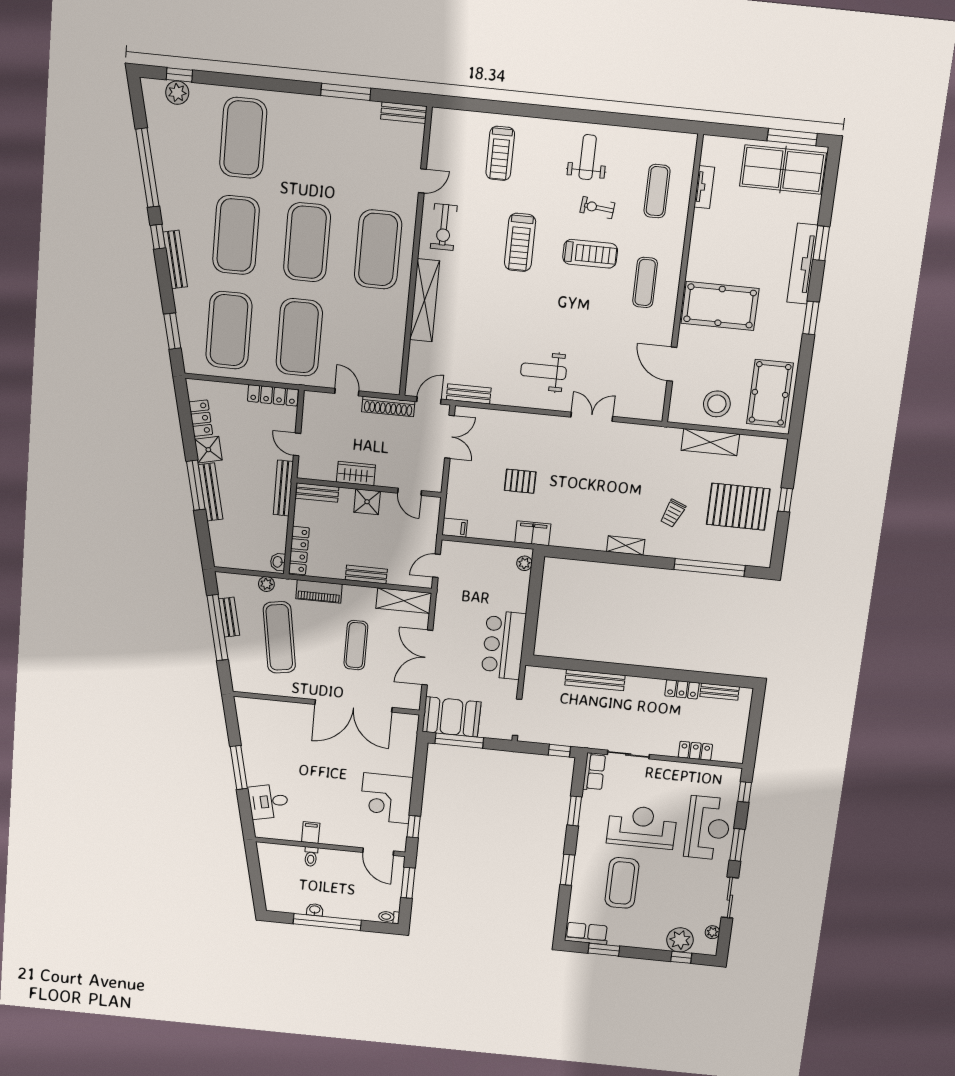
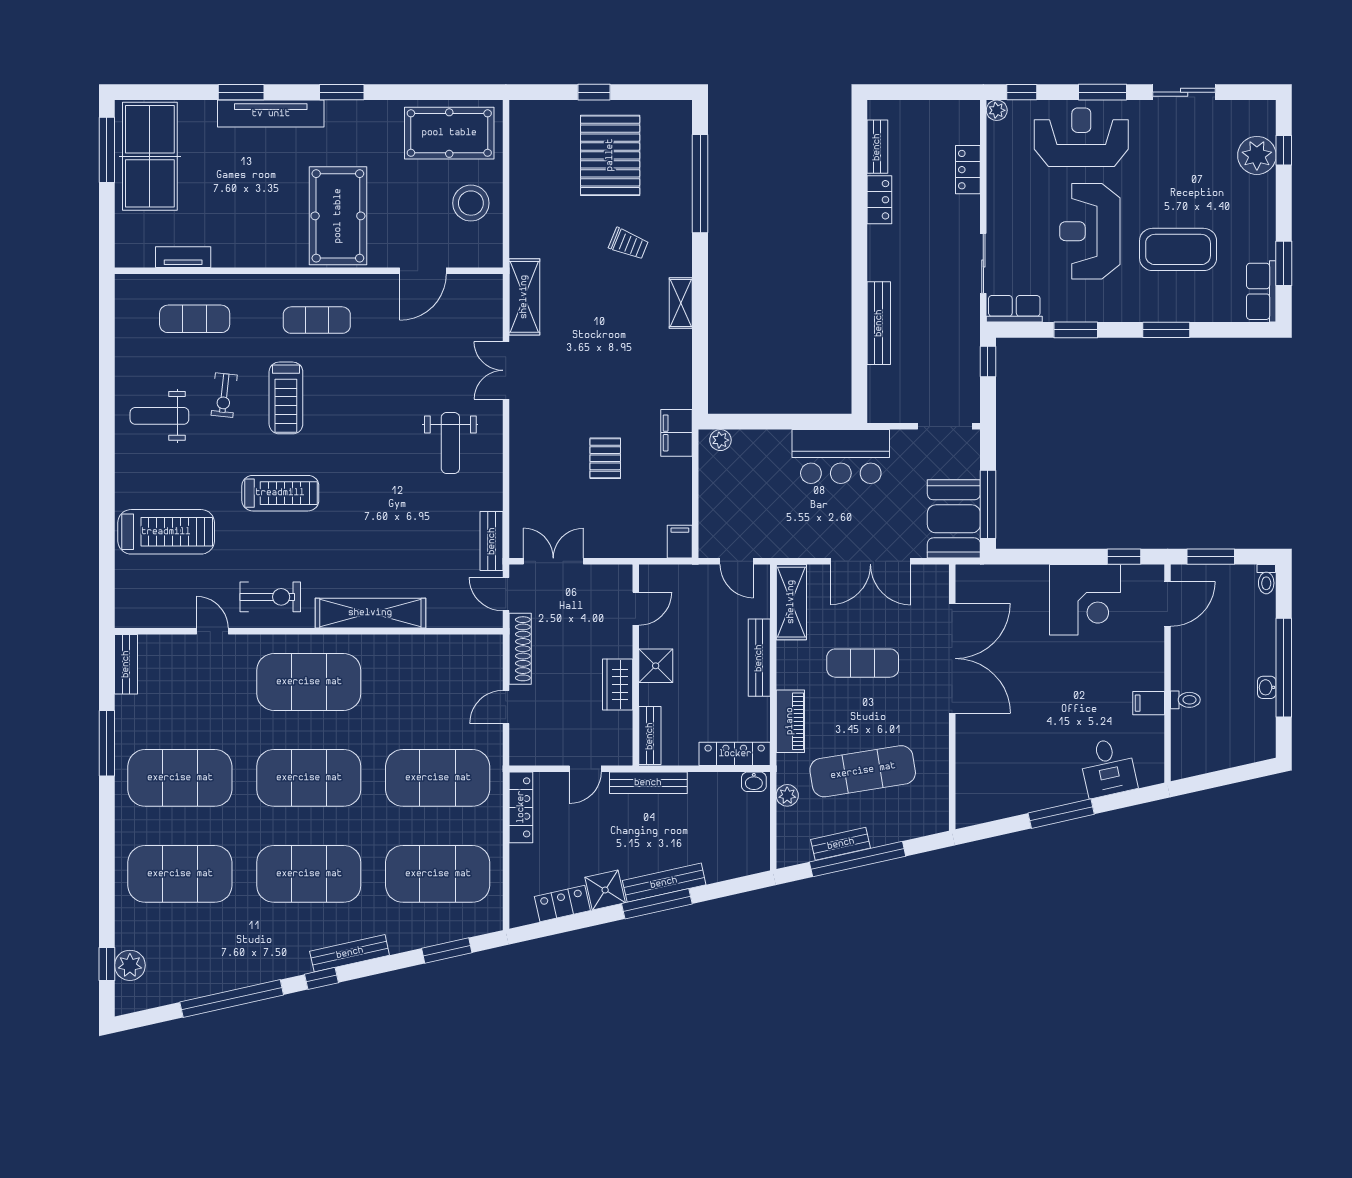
exercise mat: (315, 145) -> (180, 778), added
treadmill: (500, 153) -> (166, 532), width x1.37, depth x1.38
treadmill: (590, 254) -> (286, 398), turned 180
shelving: (710, 442) -> (524, 297), moved
bench: (366, 575) -> (759, 658), width x1.36
plant: (712, 932) -> (997, 110), moved

